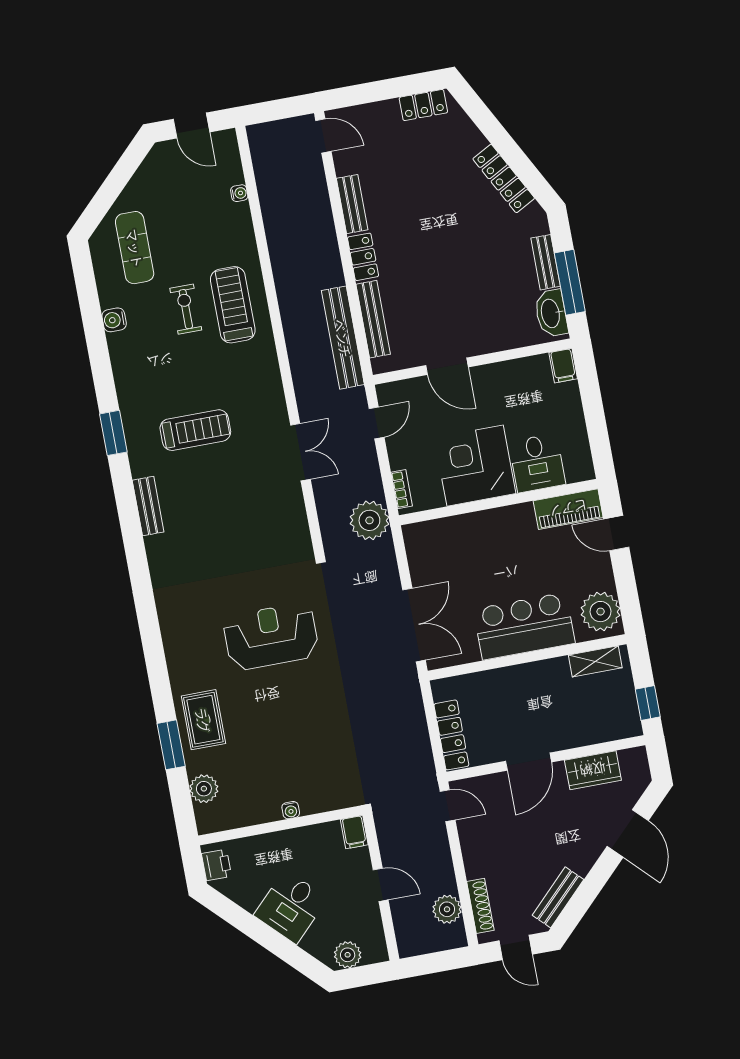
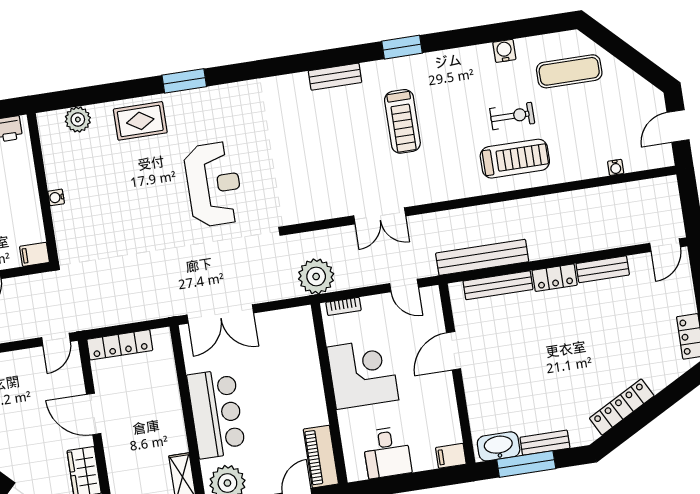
desk: (537, 463) -> (387, 452), moved, turned -90
window: (171, 745) -> (184, 81), moved

